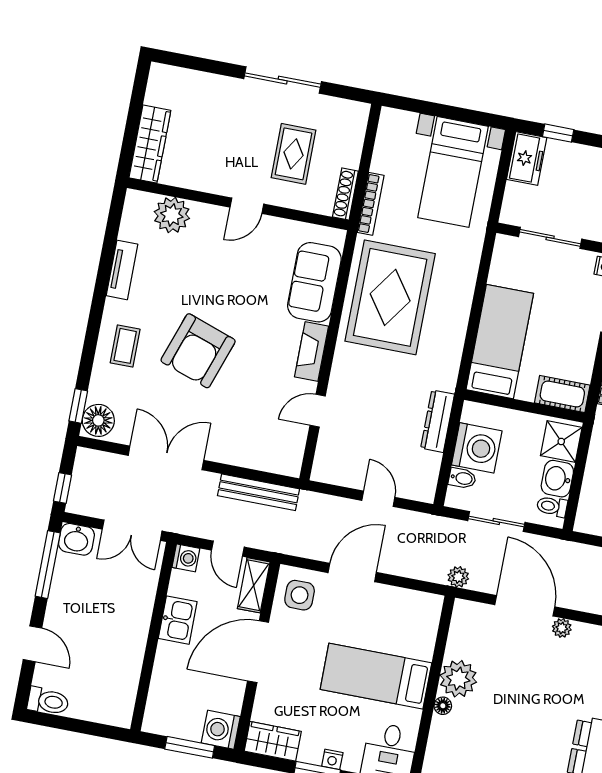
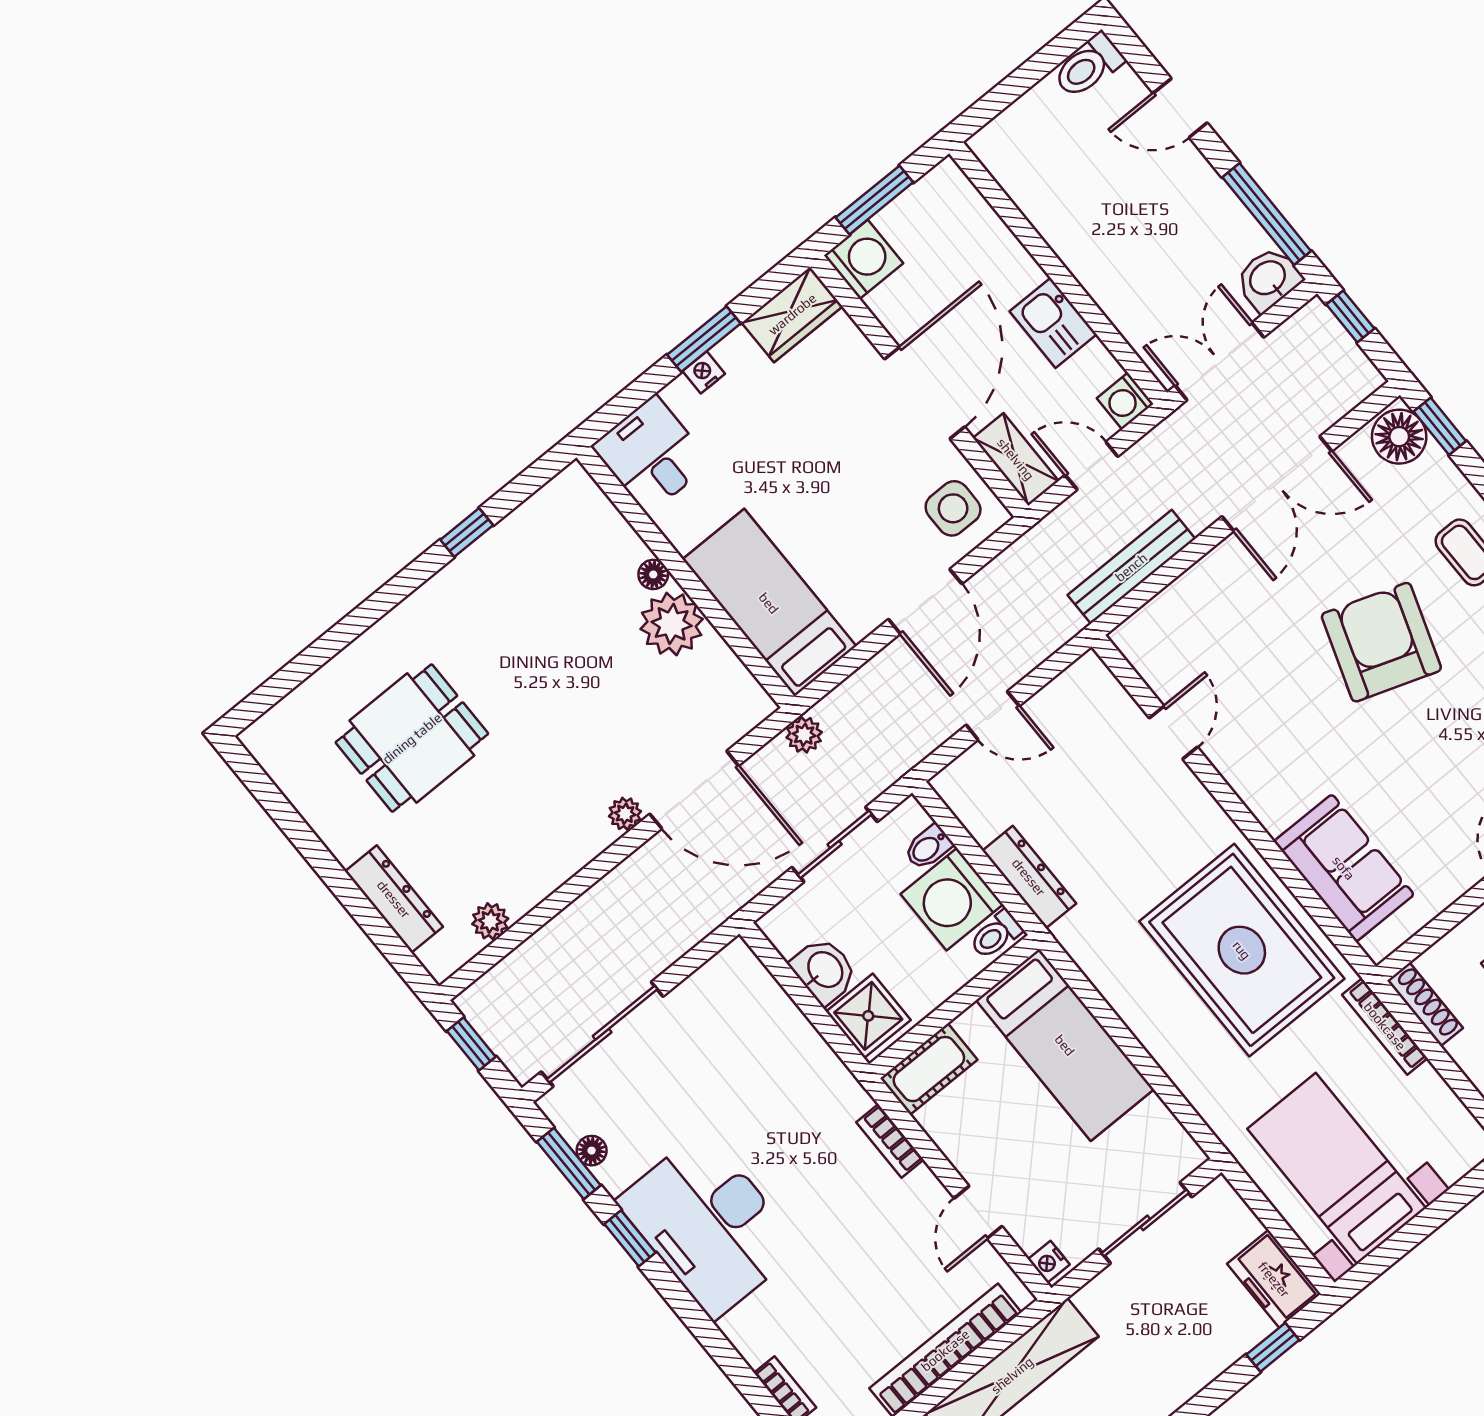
fireplace: (311, 352) -> (1257, 789), removed
toilet: (552, 506) -> (996, 935), moved, turned 180
bed: (376, 676) -> (769, 603), moved, turned -90

